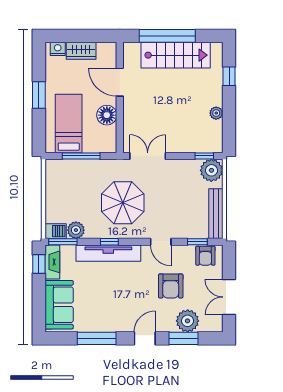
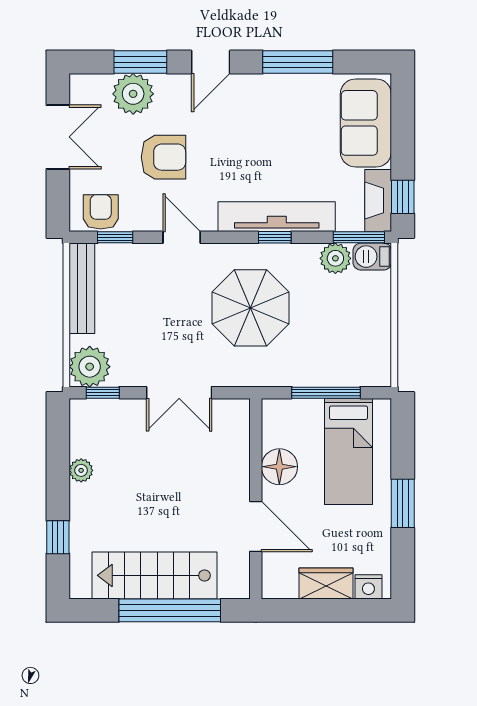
double door: (148, 156) -> (179, 393), moved
armchair: (171, 286) -> (164, 157), turned 90

